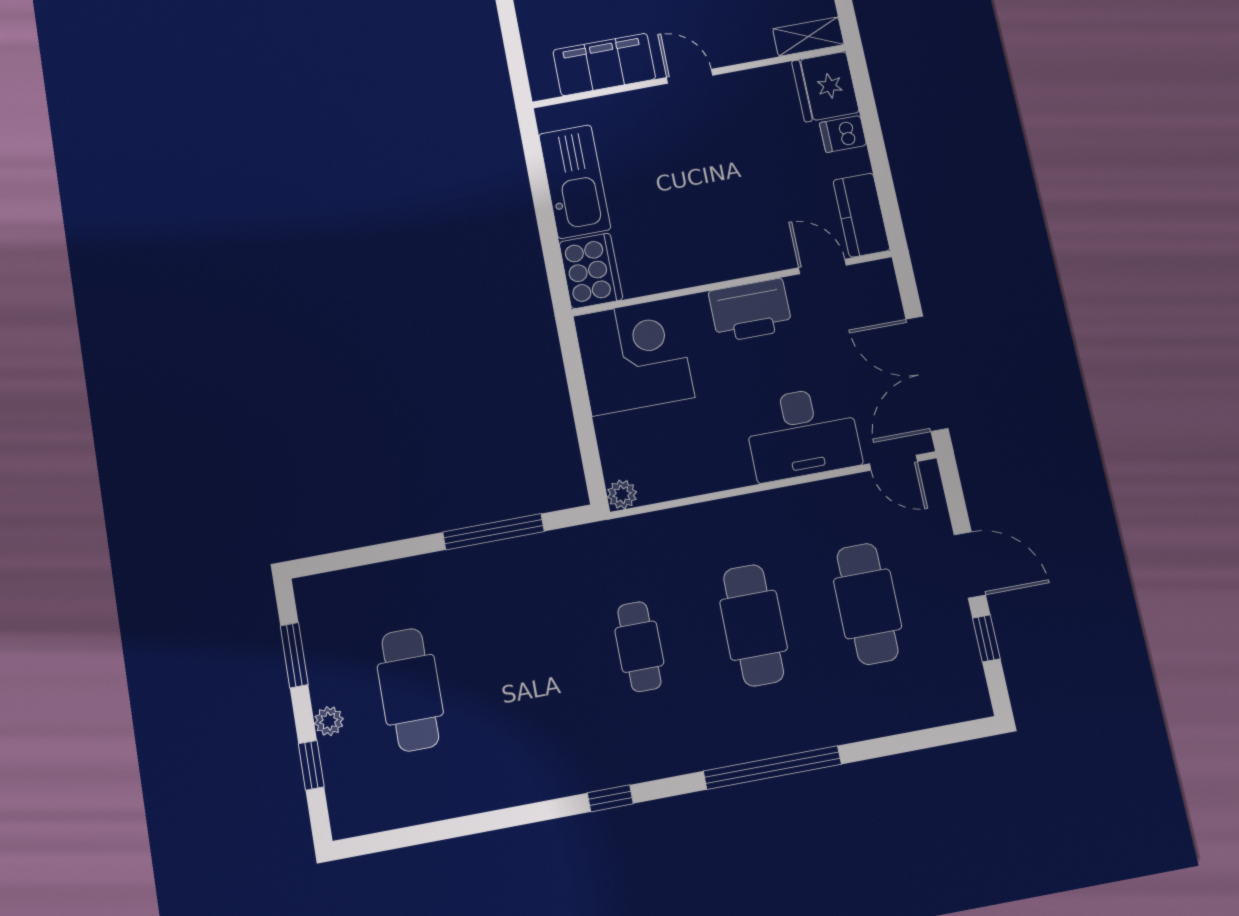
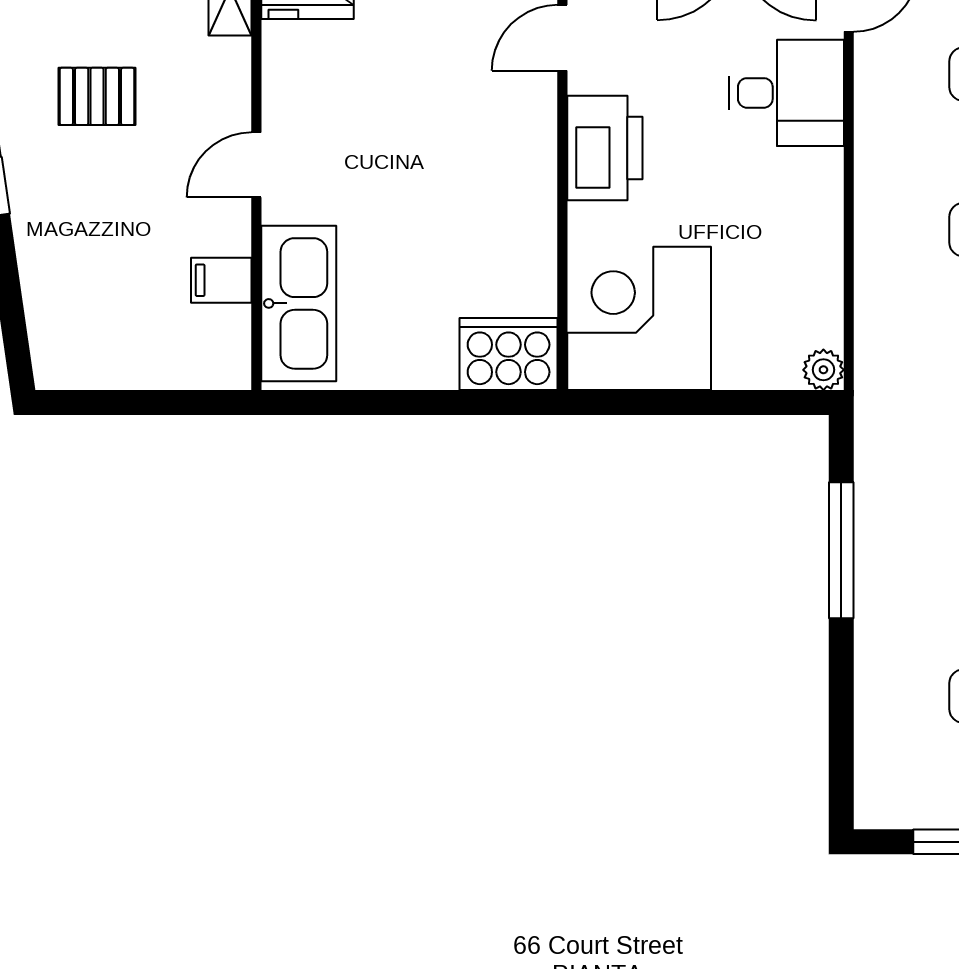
filing cabinet: (604, 64) -> (221, 280), width x0.33, depth x0.86
kitchen sink: (575, 182) -> (299, 303), moved, turned 90
desk: (802, 433) -> (786, 93), width x0.73

